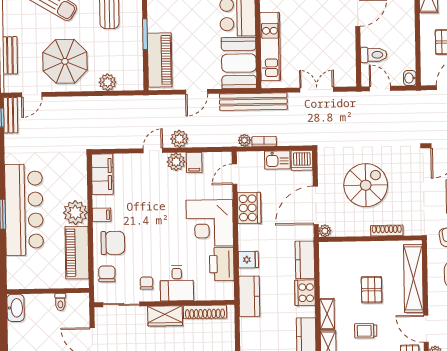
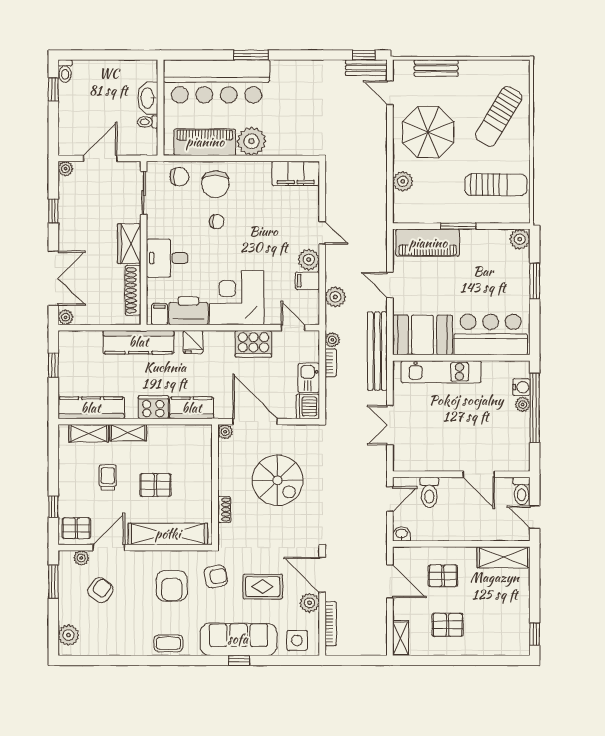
double door: (317, 90) -> (390, 425), swing flipped
plant: (179, 139) -> (335, 297), moved
bar counter: (24, 210) -> (216, 81), moved
filing cabinet: (102, 215) -> (159, 314), moved, turned 180
shoe rack: (387, 231) -> (224, 510), width x0.70
chair: (147, 283) -> (217, 222), moved
kitchen counter: (249, 296) -> (139, 342), width x1.50
washbasin: (16, 308) -> (148, 98), moved, turned 90

